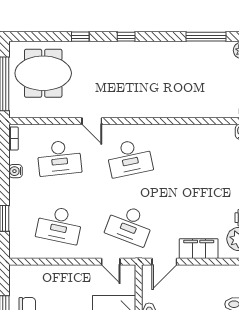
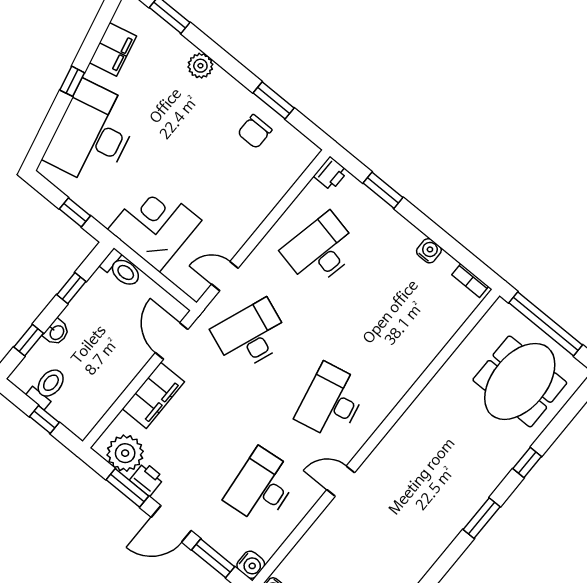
window: (126, 37) -> (482, 518), width x1.50
door: (92, 121) -> (341, 481), moved
desk: (59, 158) -> (262, 487), moved
printer: (17, 251) -> (331, 174), added

